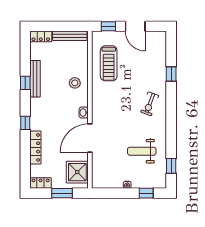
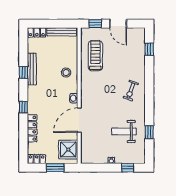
treadmill: (109, 63) -> (95, 56), turned 180
window: (171, 74) -> (149, 49), moved
window: (171, 166) -> (149, 132), moved

